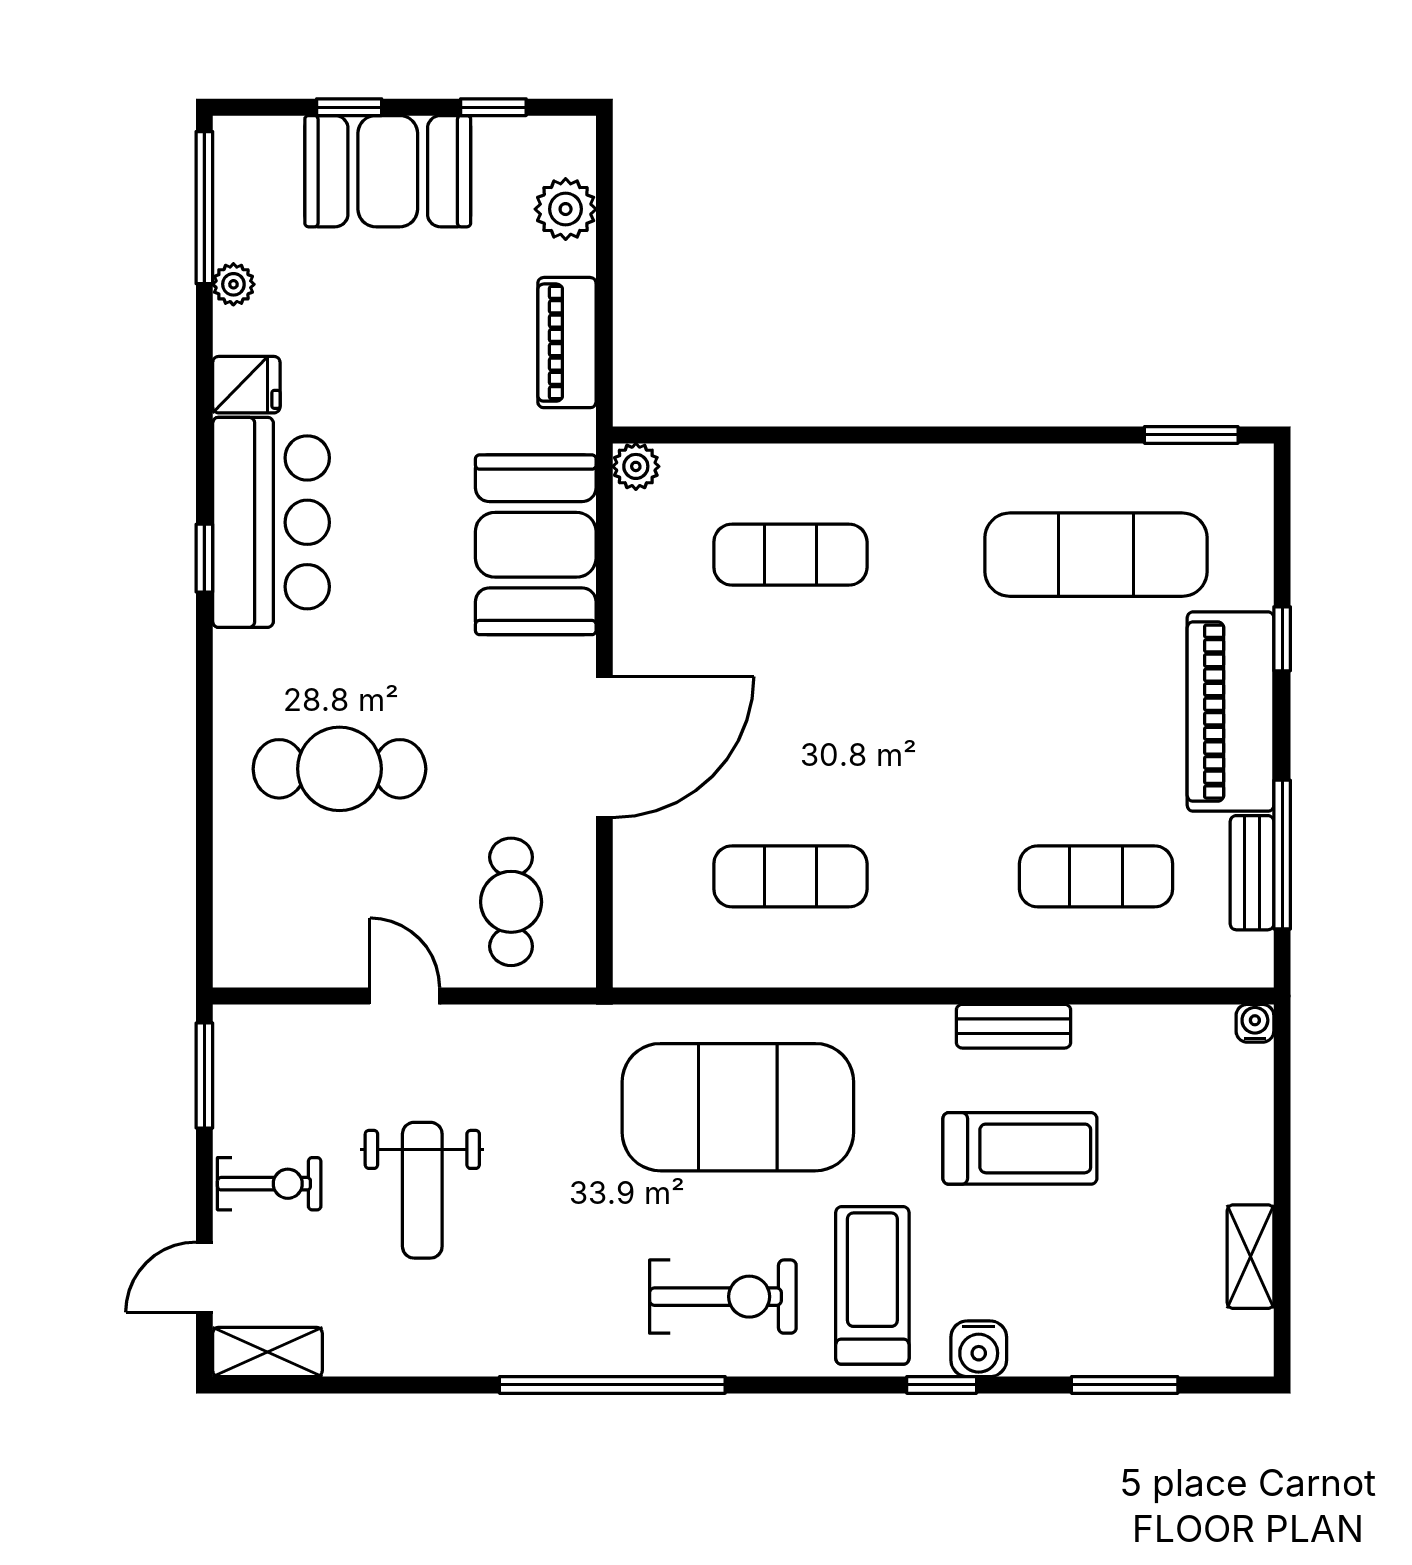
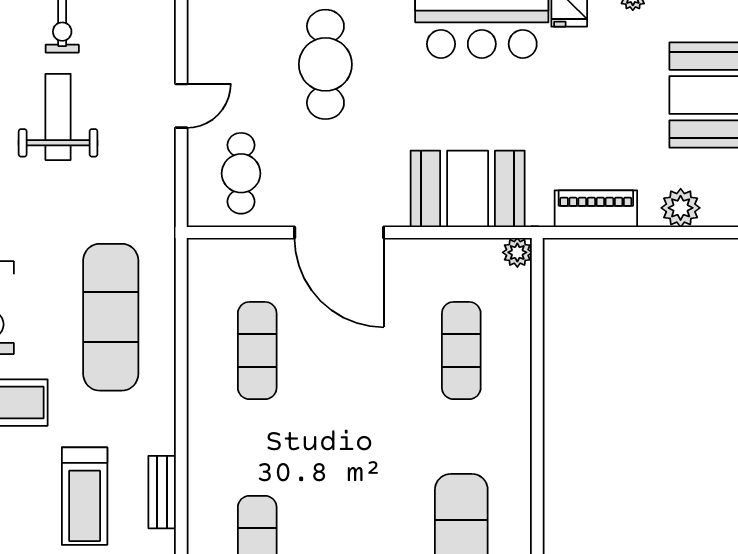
cafe table: (511, 902) -> (241, 173), turned 90
exercise mat: (738, 1107) -> (111, 317), width x0.68
weight bench: (422, 1190) -> (58, 117), turned 90

